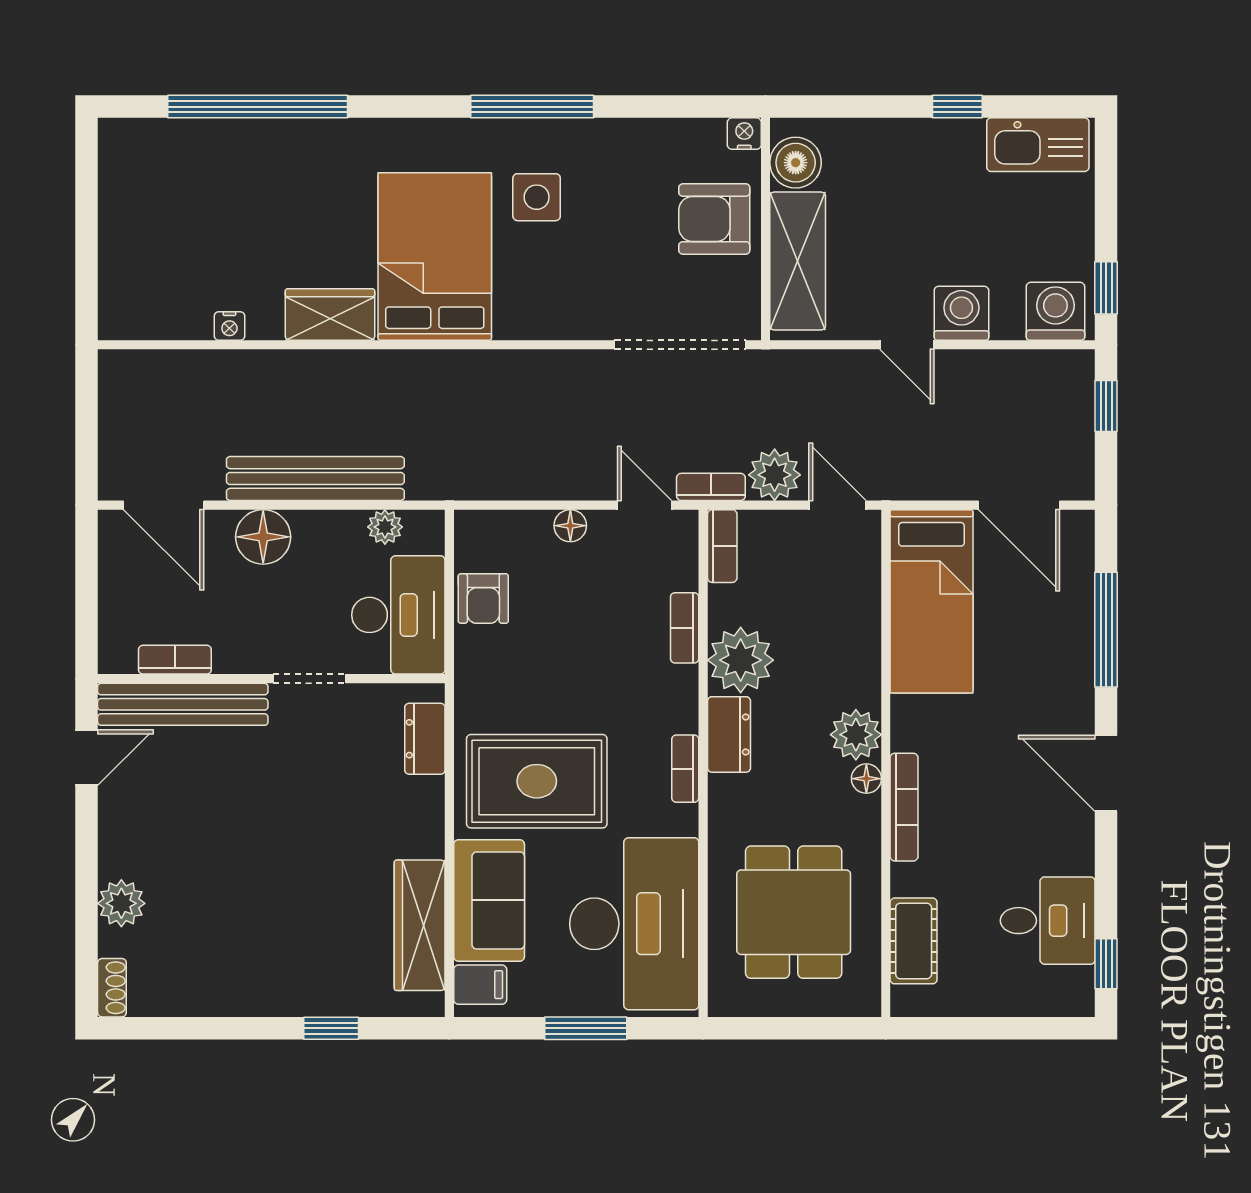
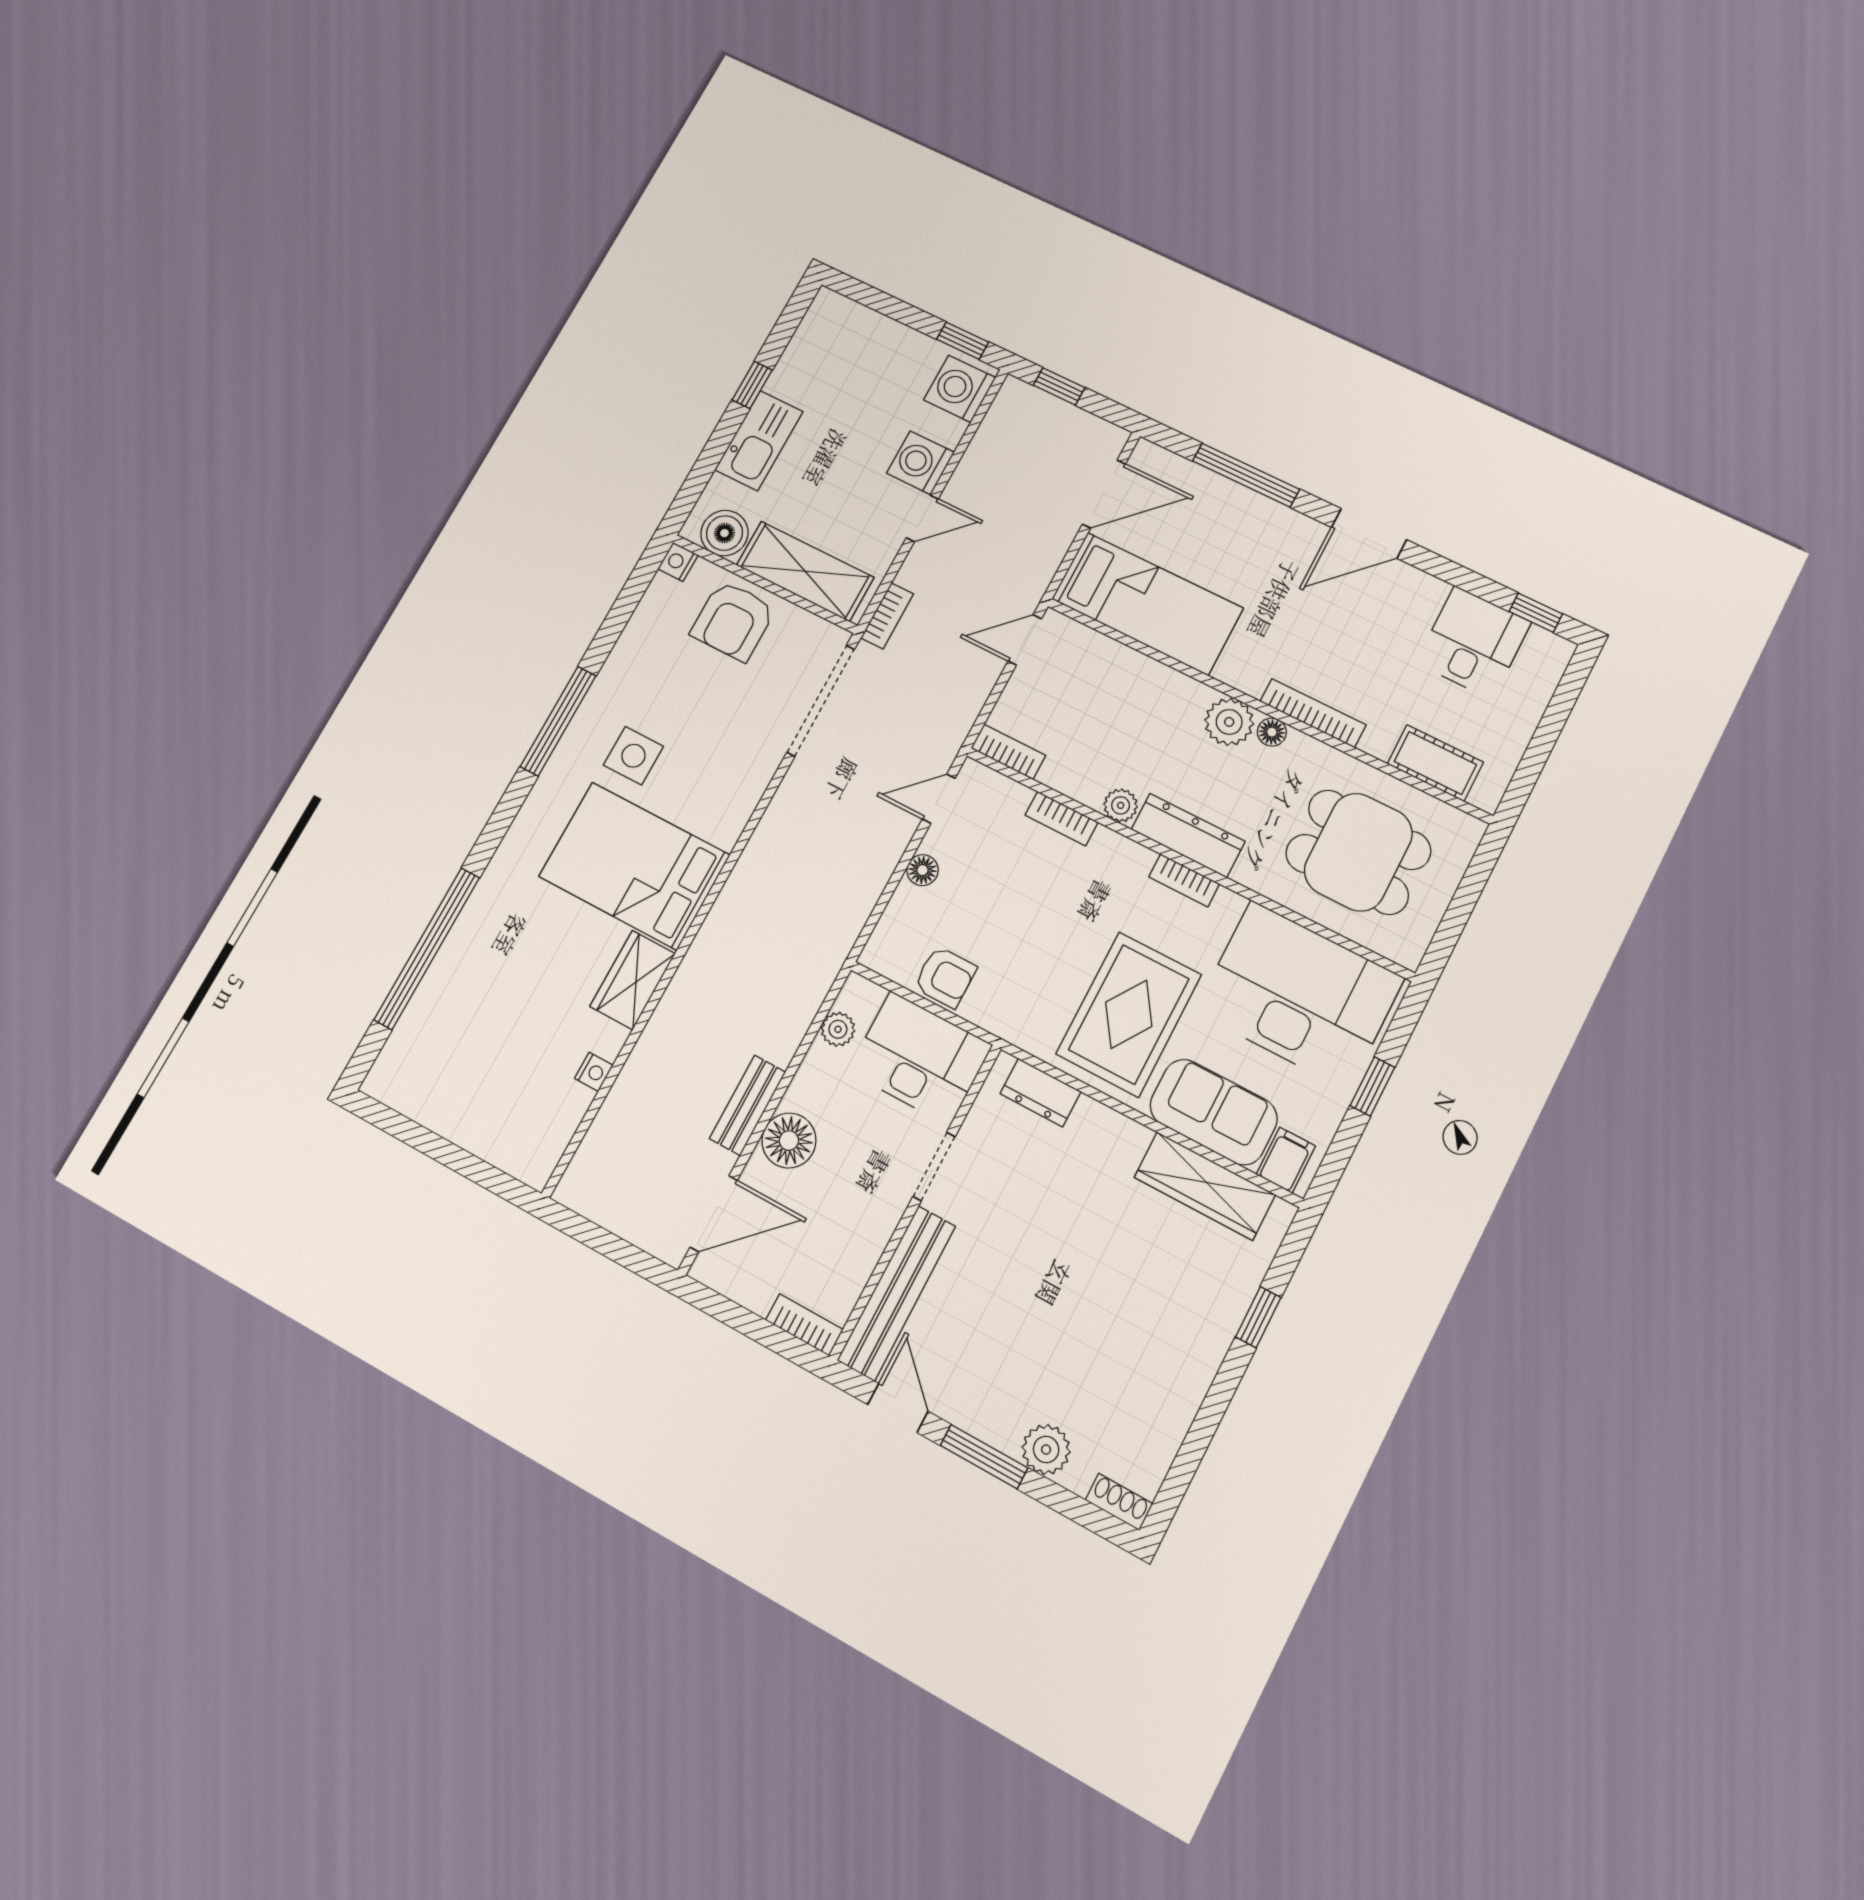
kitchen sink: (1038, 145) -> (759, 441), moved
plant: (775, 475) -> (972, 678), removed
bench: (315, 479) -> (747, 1105), width x0.54, depth x0.82
bookcase: (711, 487) -> (887, 616), moved, turned 180
bookcase: (175, 660) -> (804, 1325), moved, turned 90
plant: (741, 660) -> (1121, 805), width x0.53, depth x0.53
dresser: (729, 734) -> (1188, 835), width x1.44
window: (87, 853) -> (984, 1457), added
window: (586, 1028) -> (1372, 1086), width x0.67

